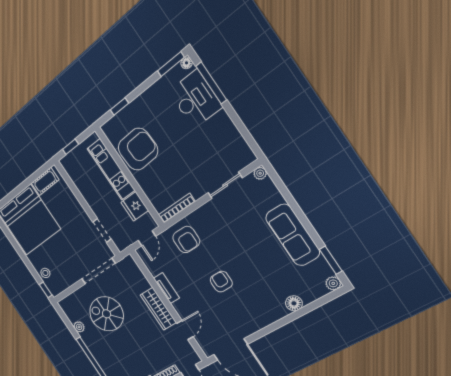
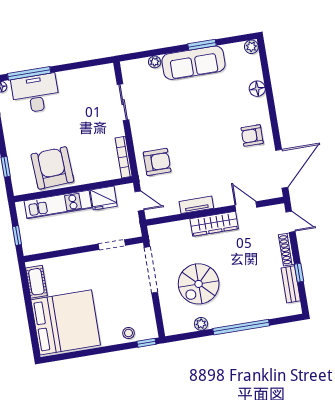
plant: (260, 173) -> (155, 62), moved
window: (331, 260) -> (202, 45), moved
armchair: (221, 282) -> (252, 135), moved

